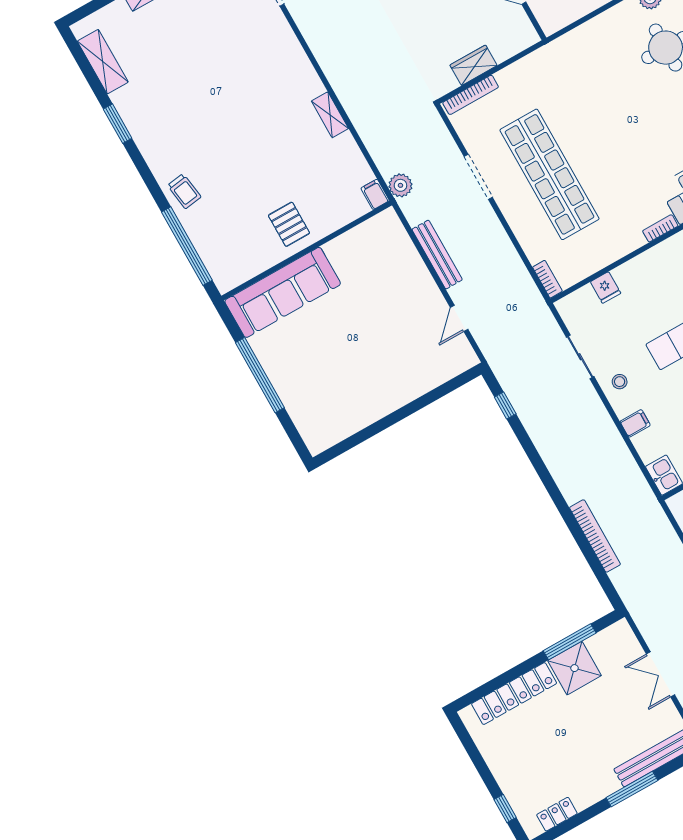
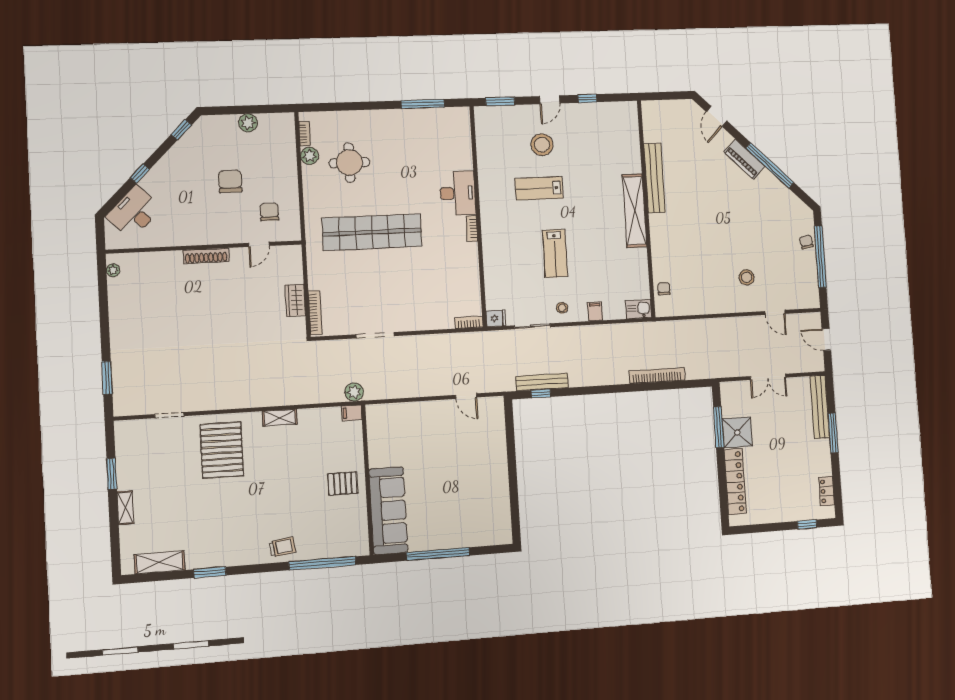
pallet: (262, 68) -> (222, 450), added
shop shelf: (549, 174) -> (372, 232), moved
bench: (437, 255) -> (542, 382), moved
fridge: (606, 288) -> (496, 318), moved

